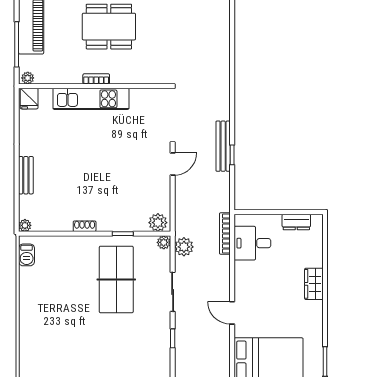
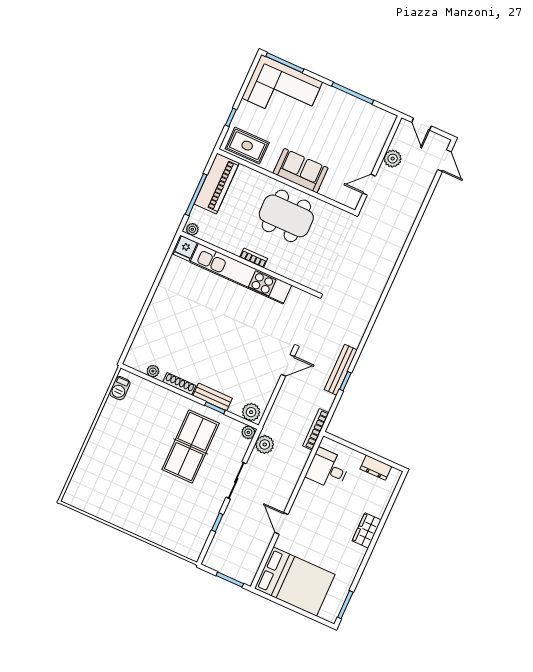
kitchen unit: (91, 99) -> (241, 274), width x1.36
bench: (26, 175) -> (213, 397), moved, turned 90
plant: (25, 225) -> (153, 371), moved
shoe rack: (85, 226) -> (179, 384), width x1.43
bookcase: (225, 234) -> (316, 429), moved

